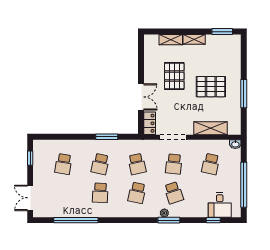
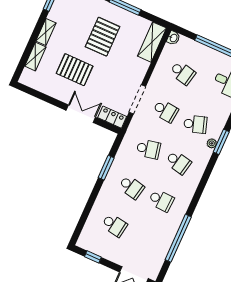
shelving: (210, 128) -> (152, 42), moved

